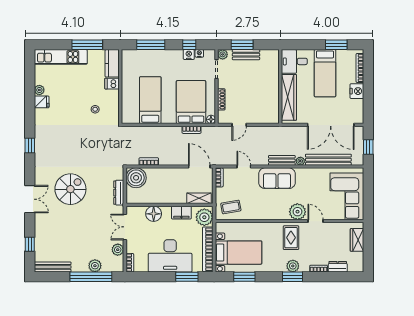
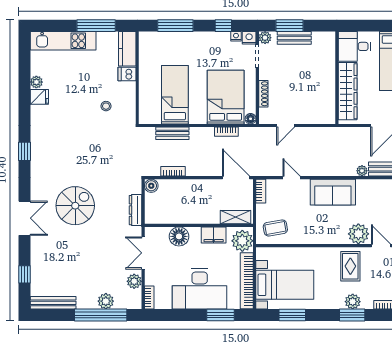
nightstand: (189, 55) -> (249, 38), moved
bench: (282, 160) -> (172, 133), moved
boiler: (136, 178) -> (151, 186), width x0.54, depth x0.54

